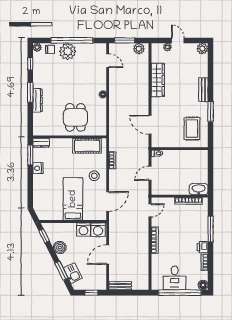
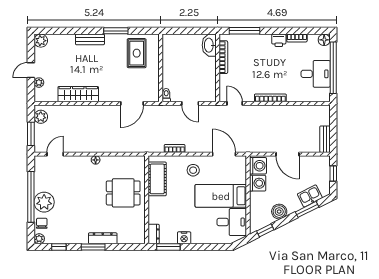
rug: (192, 129) -> (137, 53), turned 90
desk: (51, 208) -> (232, 222), added
window: (211, 229) -> (244, 31), moved

